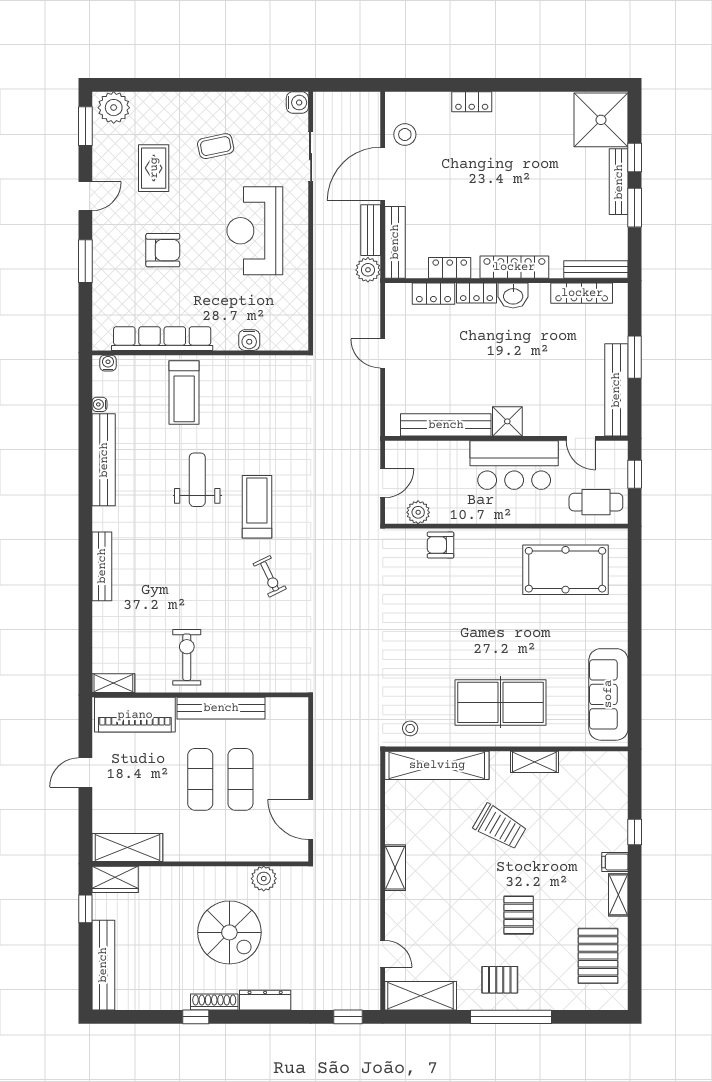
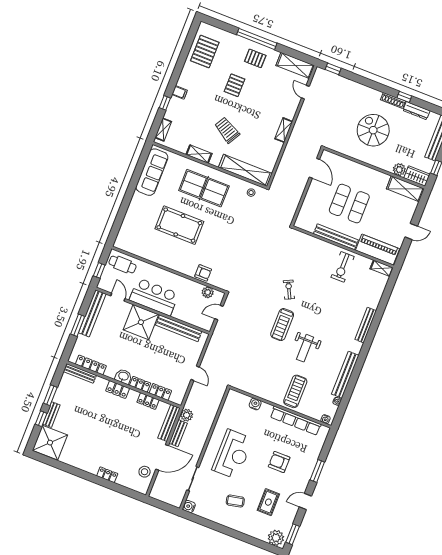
bench: (619, 182) -> (51, 415), width x0.73
locker: (514, 267) -> (118, 390), width x0.66
shower: (507, 421) -> (141, 322), width x1.86, depth x1.86
pool table: (565, 570) -> (179, 225), moved
plant: (264, 879) -> (399, 170), moved
shelving: (618, 895) -> (163, 130), moved
dresser: (265, 1000) -> (416, 111), moved

